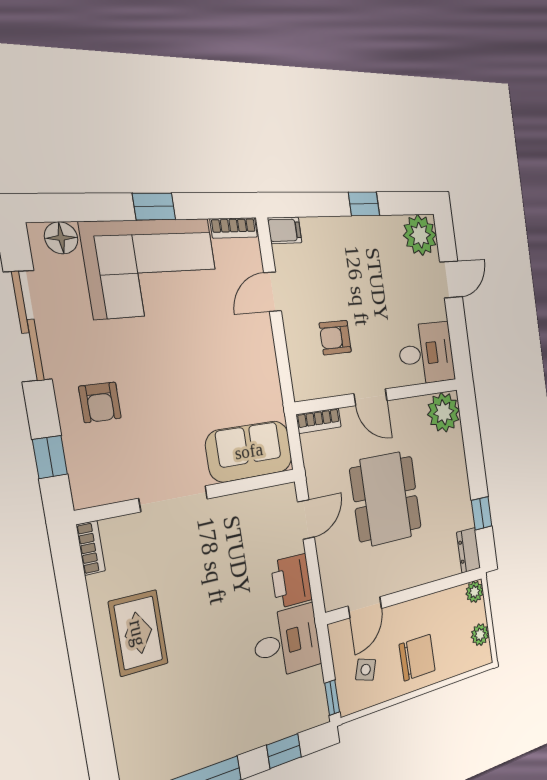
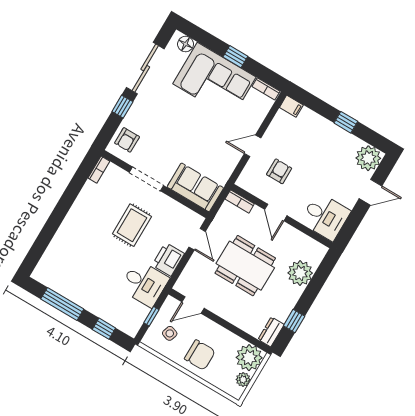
door: (273, 292) -> (253, 146), moved
armchair: (335, 338) -> (279, 171), turned 90
armchair: (100, 402) -> (127, 140), moved
plant: (444, 412) -> (300, 273), moved
window: (50, 457) -> (122, 107), moved
dining table: (386, 499) -> (245, 266), turned 90
door: (306, 519) -> (197, 239), hinge flipped
plant: (475, 592) -> (249, 358), width x1.88, depth x1.88
rug: (138, 633) -> (132, 225), moved
window: (332, 698) -> (151, 316), moved

